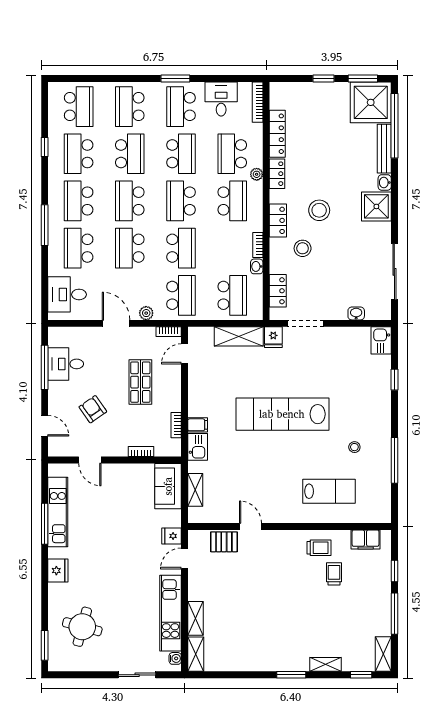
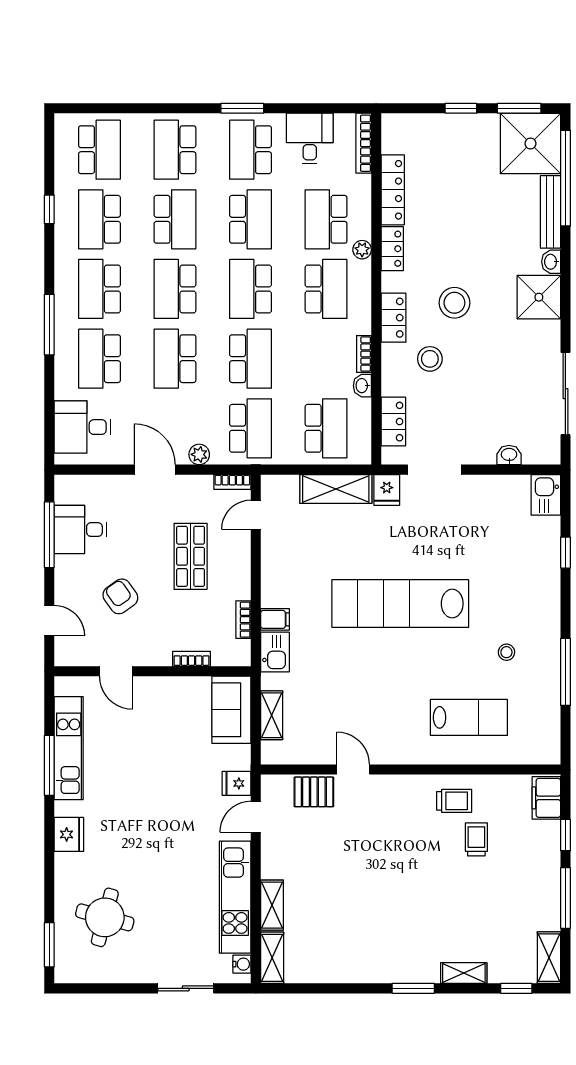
filing cabinet: (366, 540) -> (546, 798), moved, turned 90

